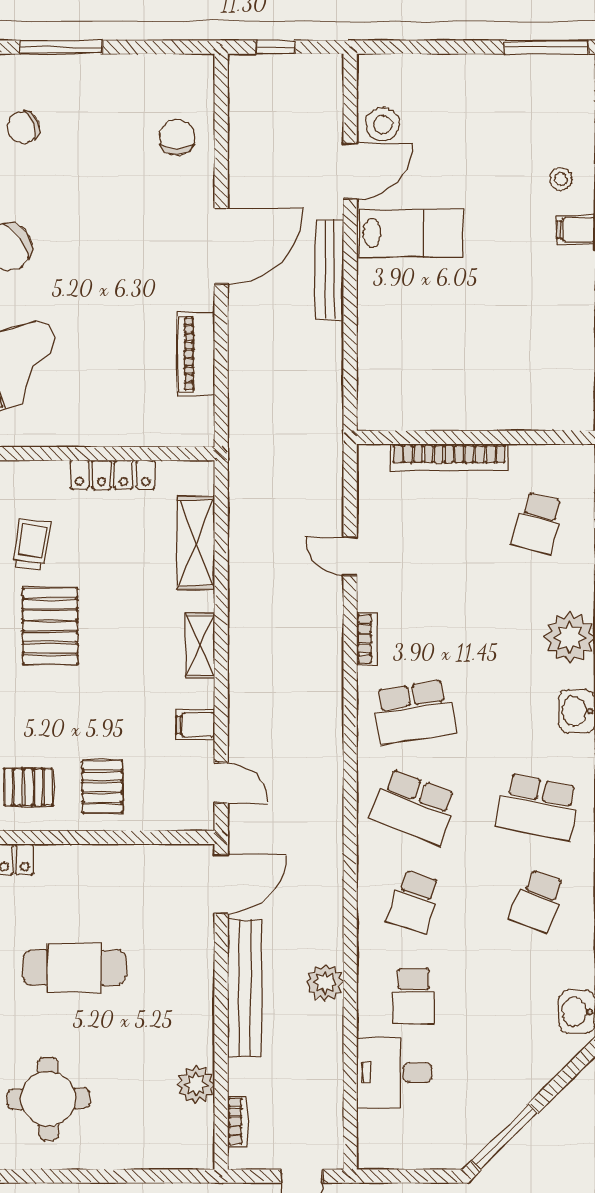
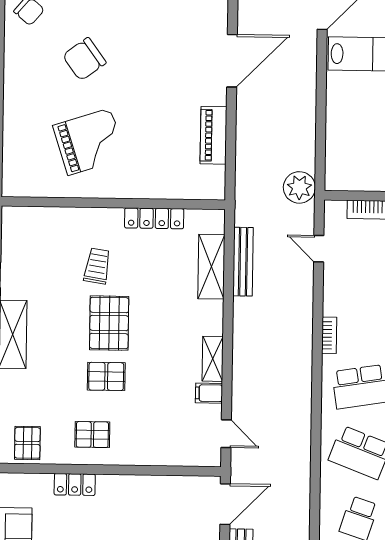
bench: (330, 270) -> (243, 262), moved
plant: (321, 427) -> (299, 187), added
door: (350, 556) -> (319, 249), moved
shelving: (200, 645) -> (213, 359), moved
pallet: (102, 787) -> (106, 376), moved, turned 90

